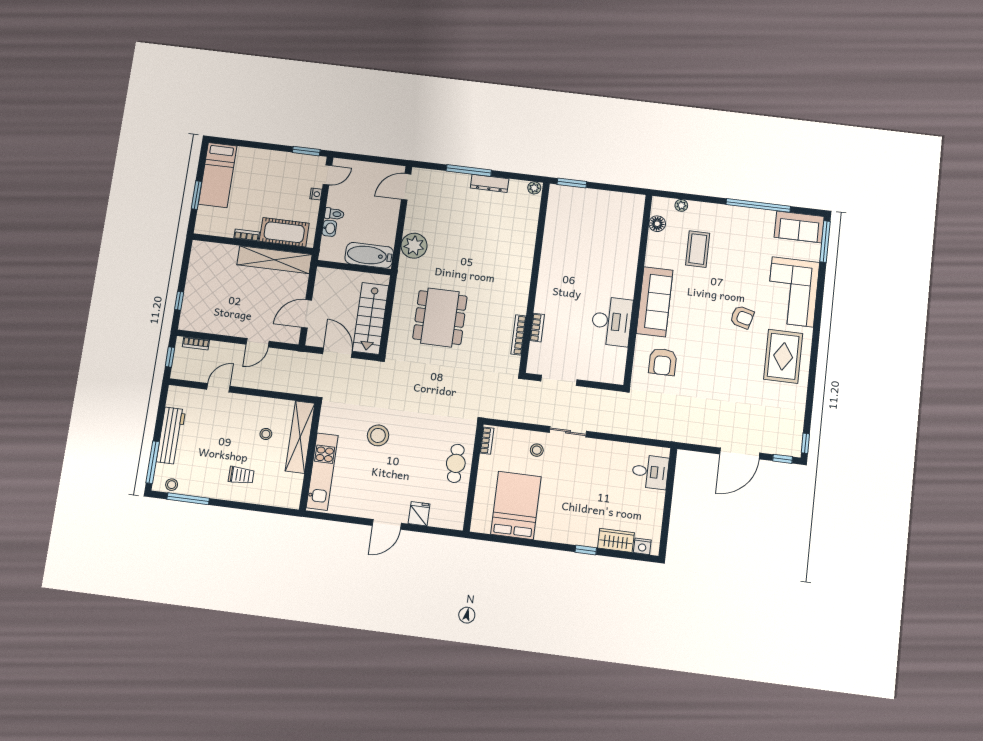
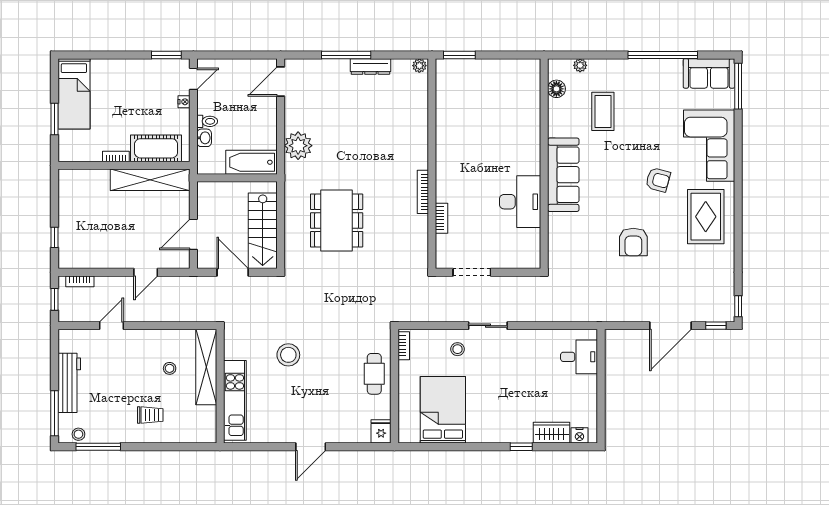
bookcase: (519, 335) -> (423, 192), moved
armchair: (663, 362) -> (633, 242), moved
fridge: (419, 514) -> (381, 431), moved

